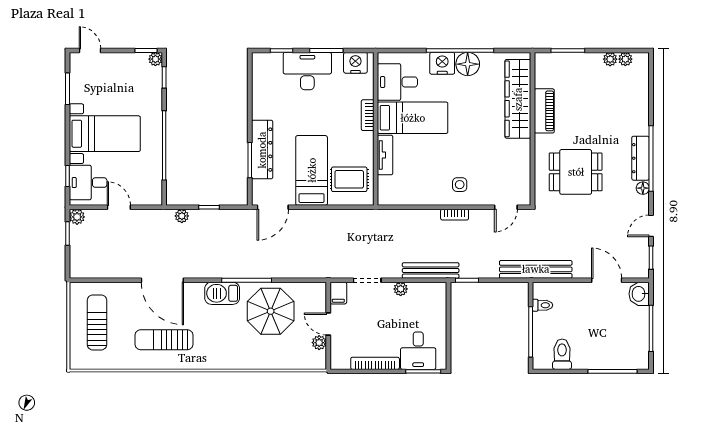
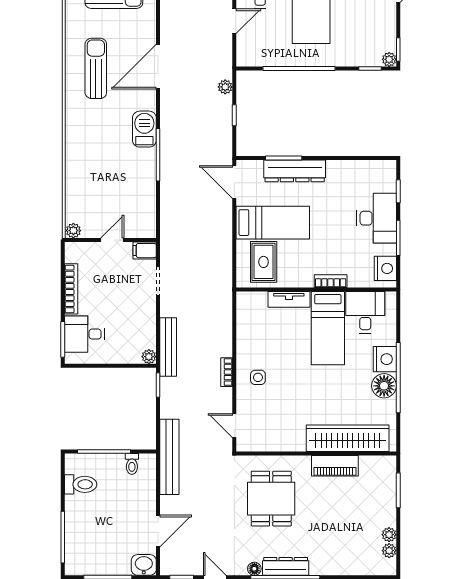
plant: (401, 289) -> (149, 357), moved
parasol: (271, 311) -> (126, 180), removed
plant: (319, 343) -> (73, 231), moved

